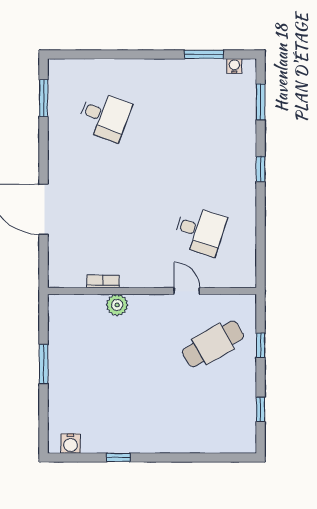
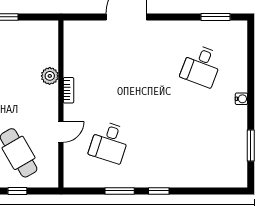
water cooler: (234, 66) -> (241, 99), moved
window: (261, 102) -> (120, 191), moved
bookcase: (103, 282) -> (69, 90), moved

